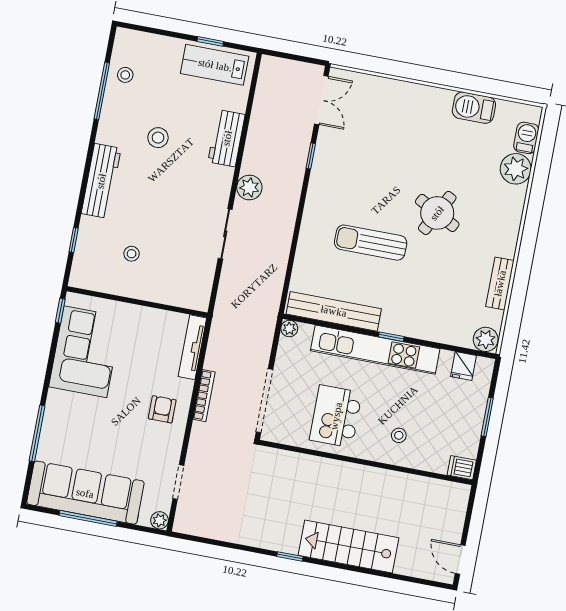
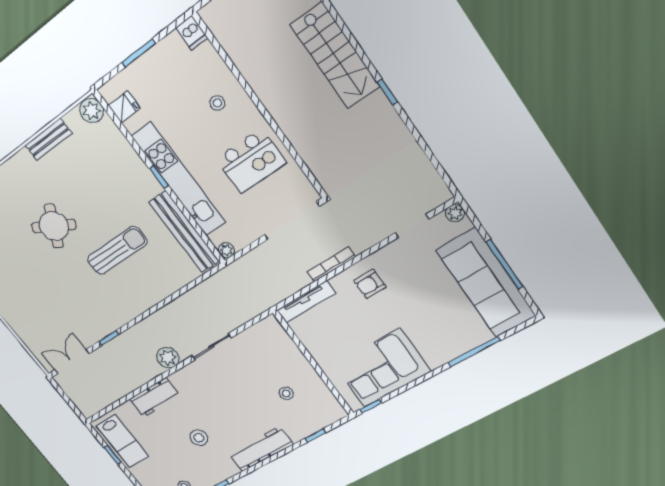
sun lounger: (371, 243) -> (117, 251), turned -90

